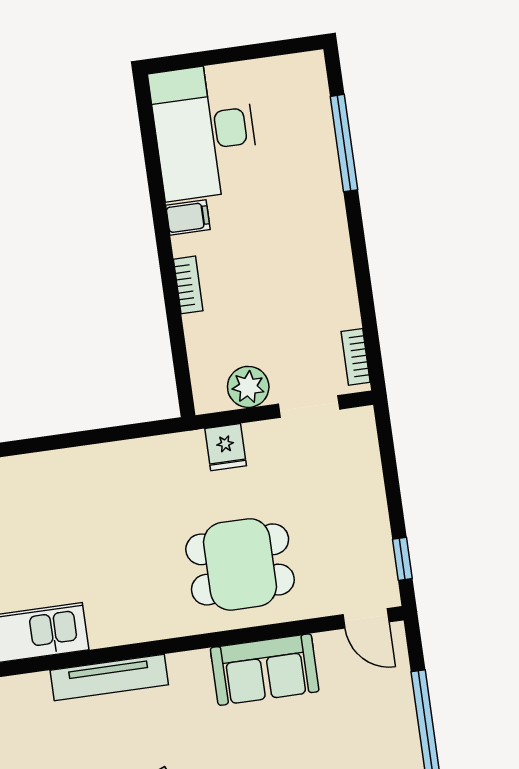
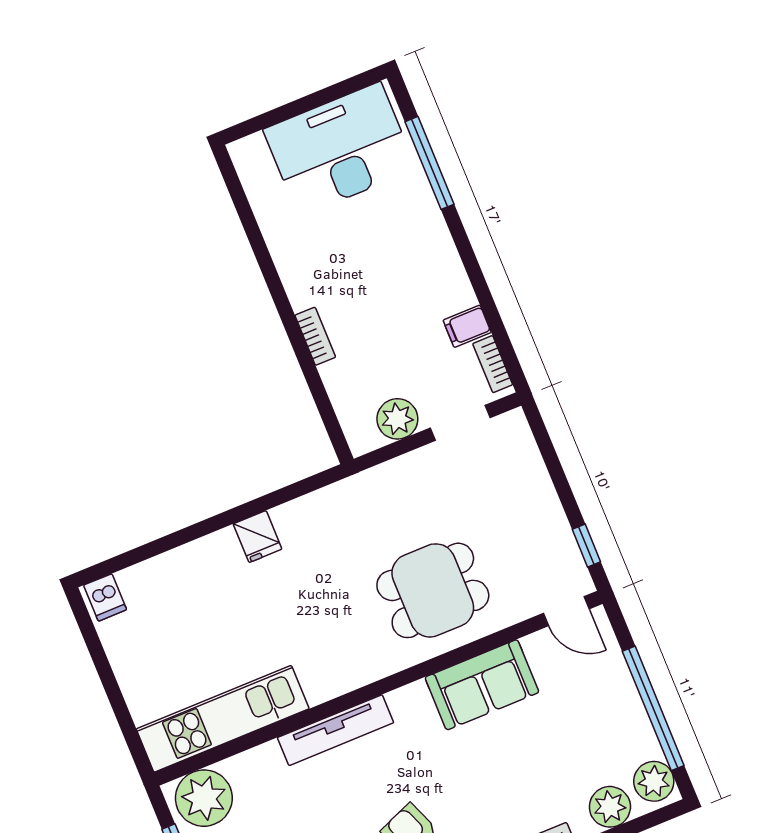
desk: (204, 131) -> (340, 149), moved, turned 90
filing cabinet: (188, 217) -> (467, 326), moved, turned 180
fridge: (226, 447) -> (258, 537), moved

